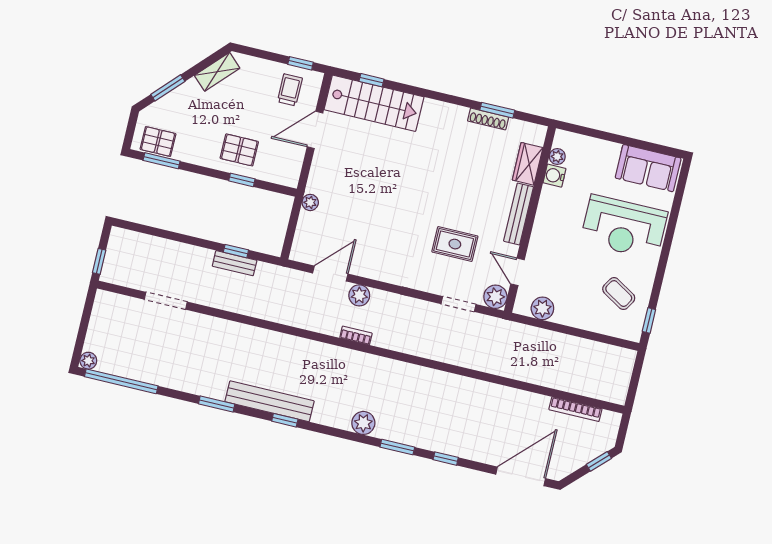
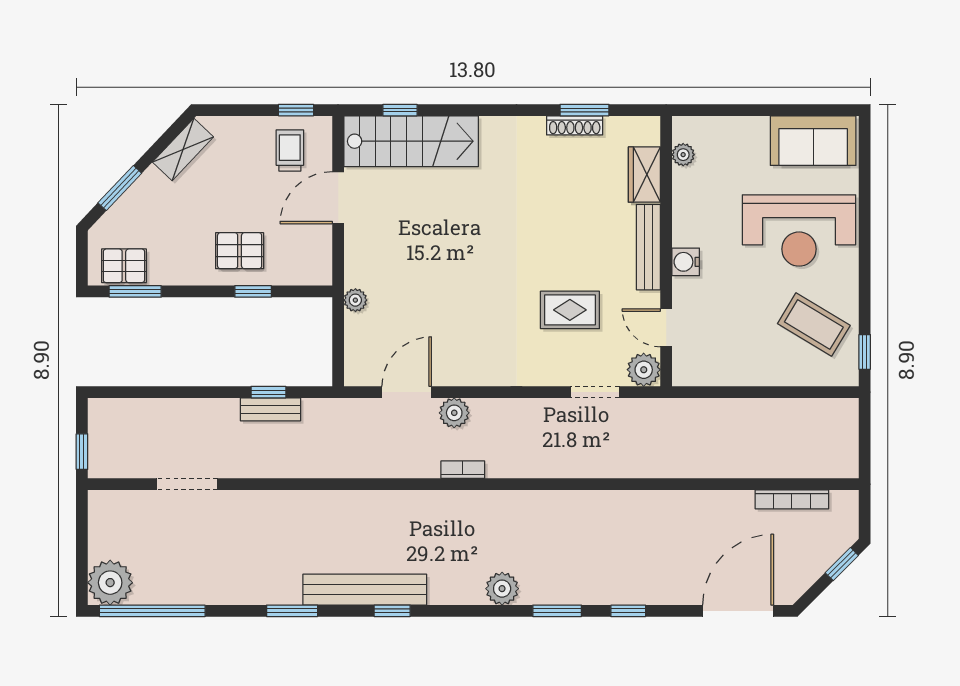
water cooler: (554, 176) -> (686, 262), moved
coffee table: (619, 294) -> (814, 324), width x1.36, depth x1.30
plant: (542, 308) -> (713, 370), removed
plant: (88, 361) -> (110, 583), width x1.88, depth x1.88

